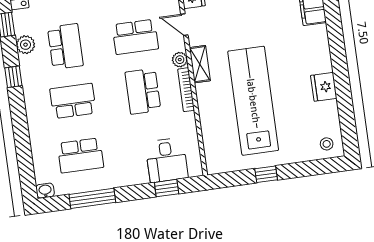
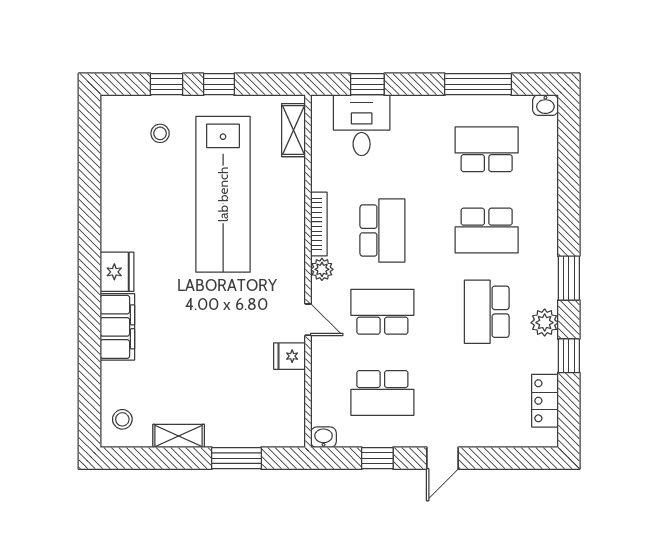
shelving: (200, 64) -> (294, 130), moved
window: (13, 77) -> (569, 278), width x1.50
fridge: (324, 87) -> (117, 272), moved
stool: (327, 144) -> (160, 133), moved
window: (301, 169) -> (167, 84), added

